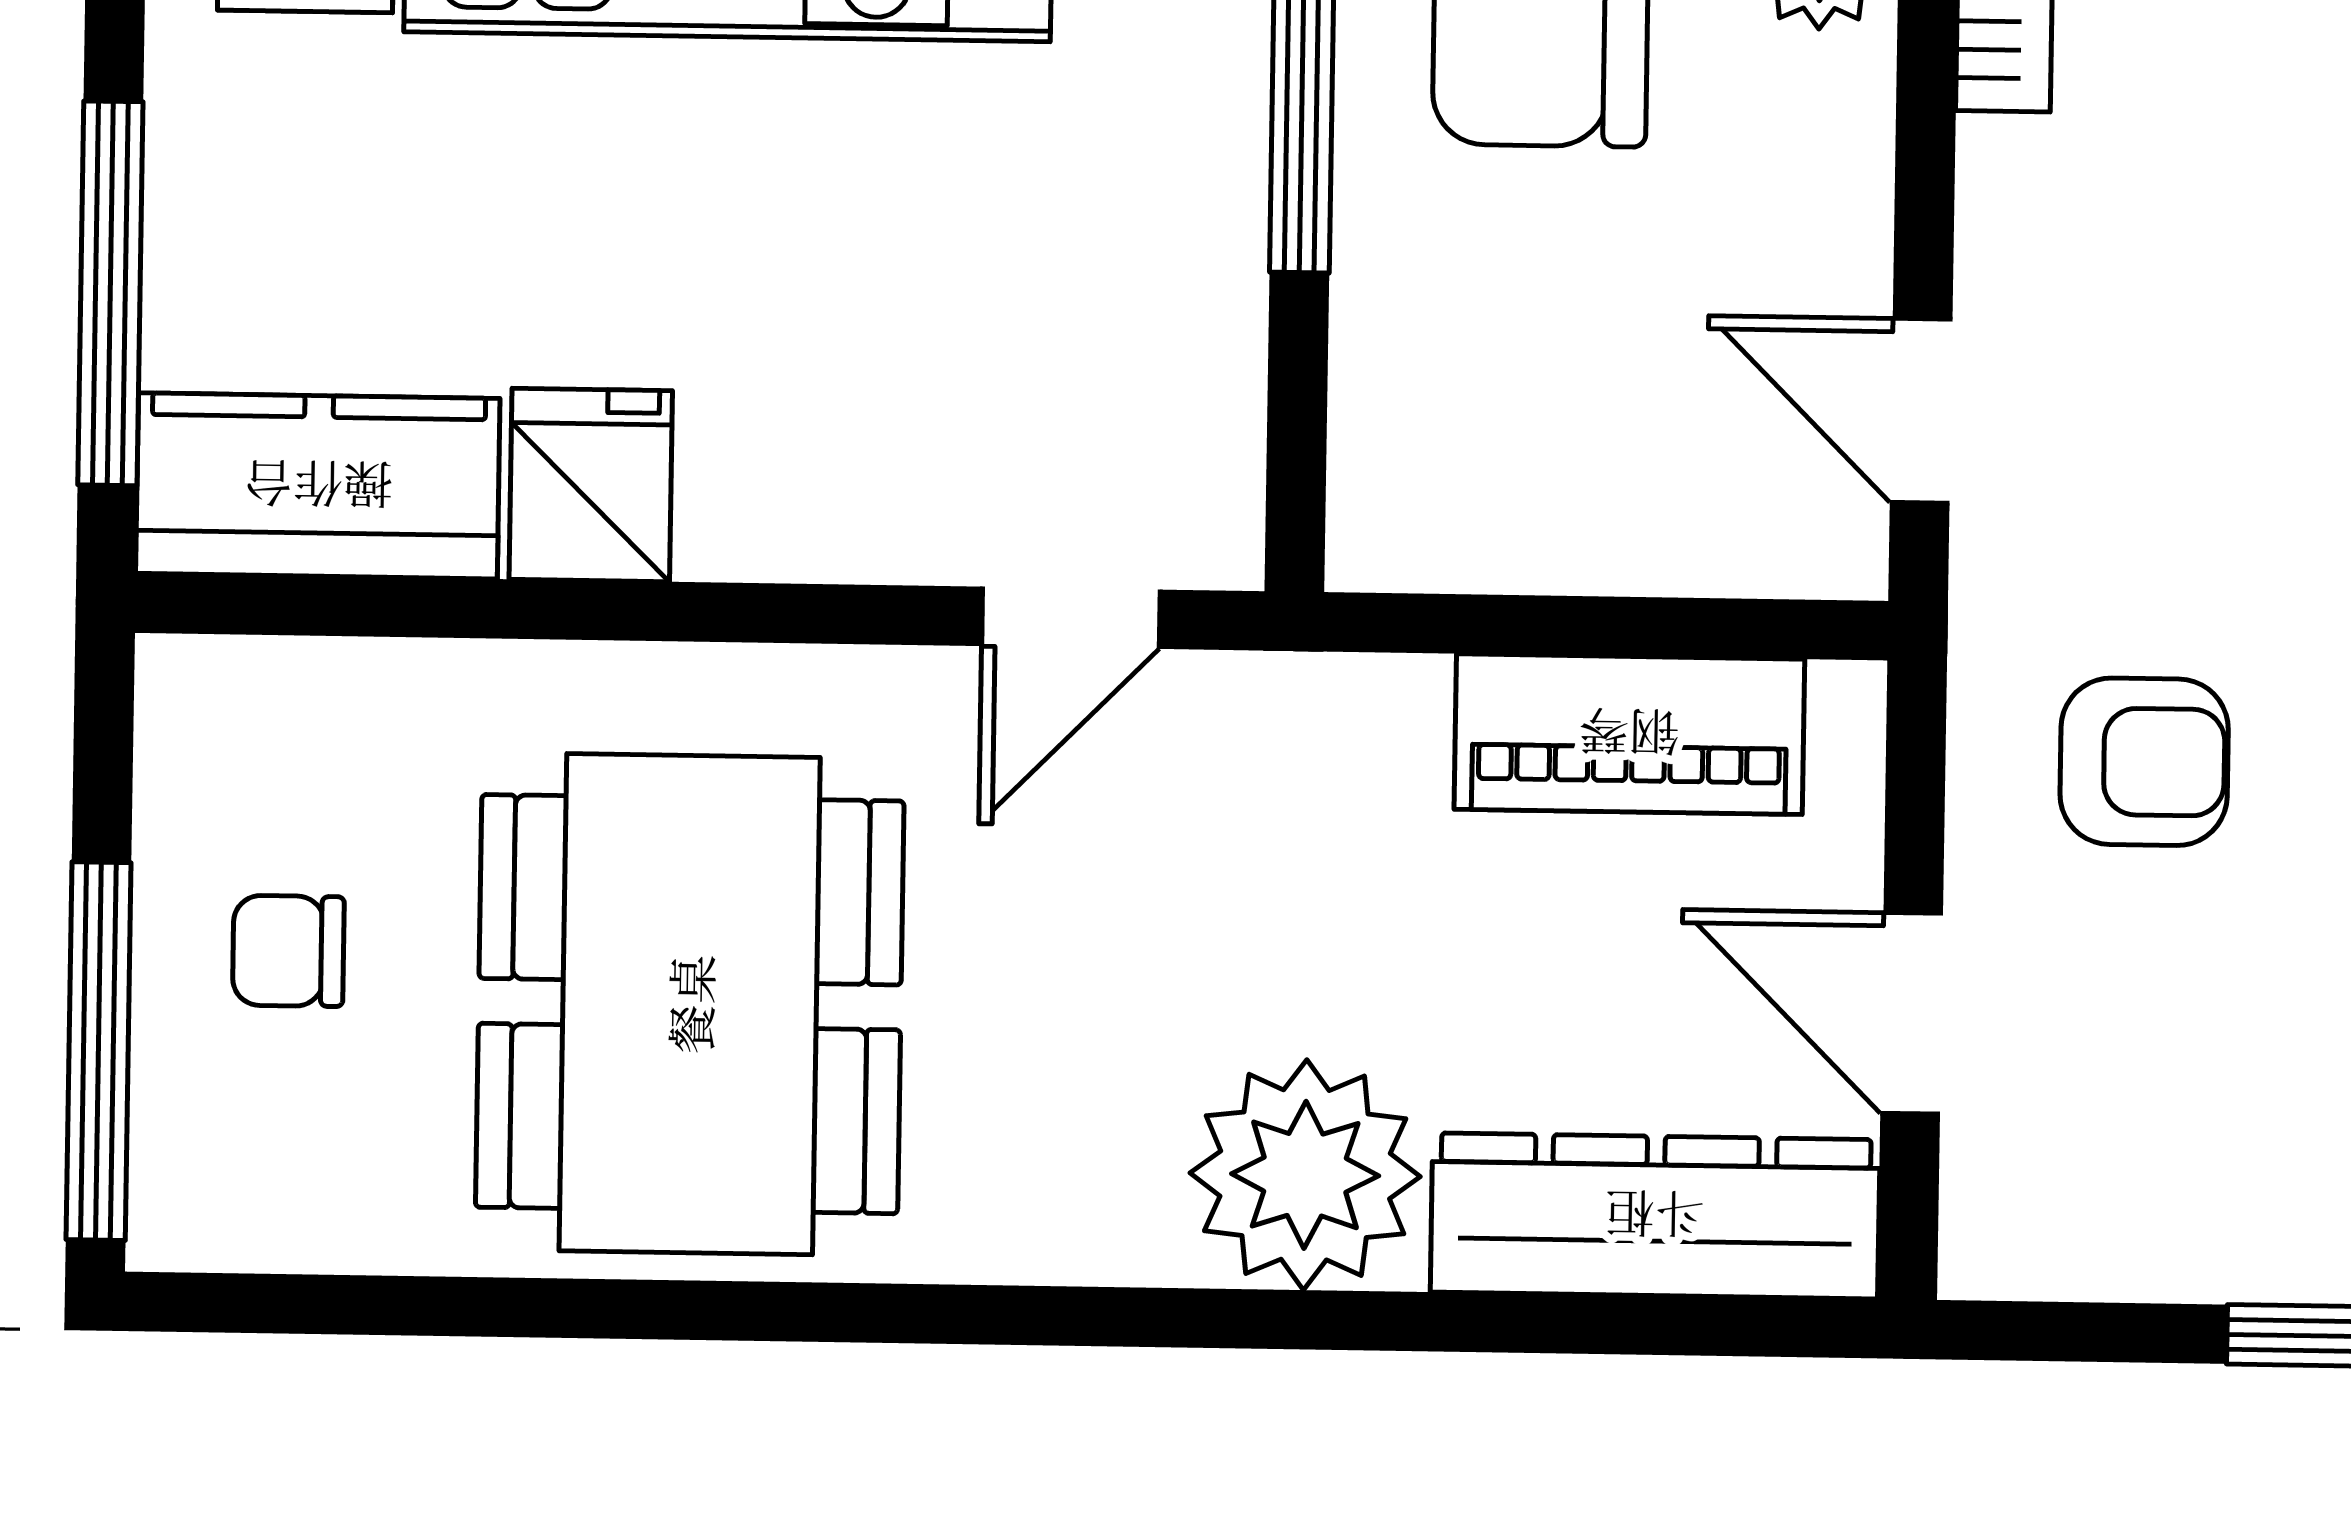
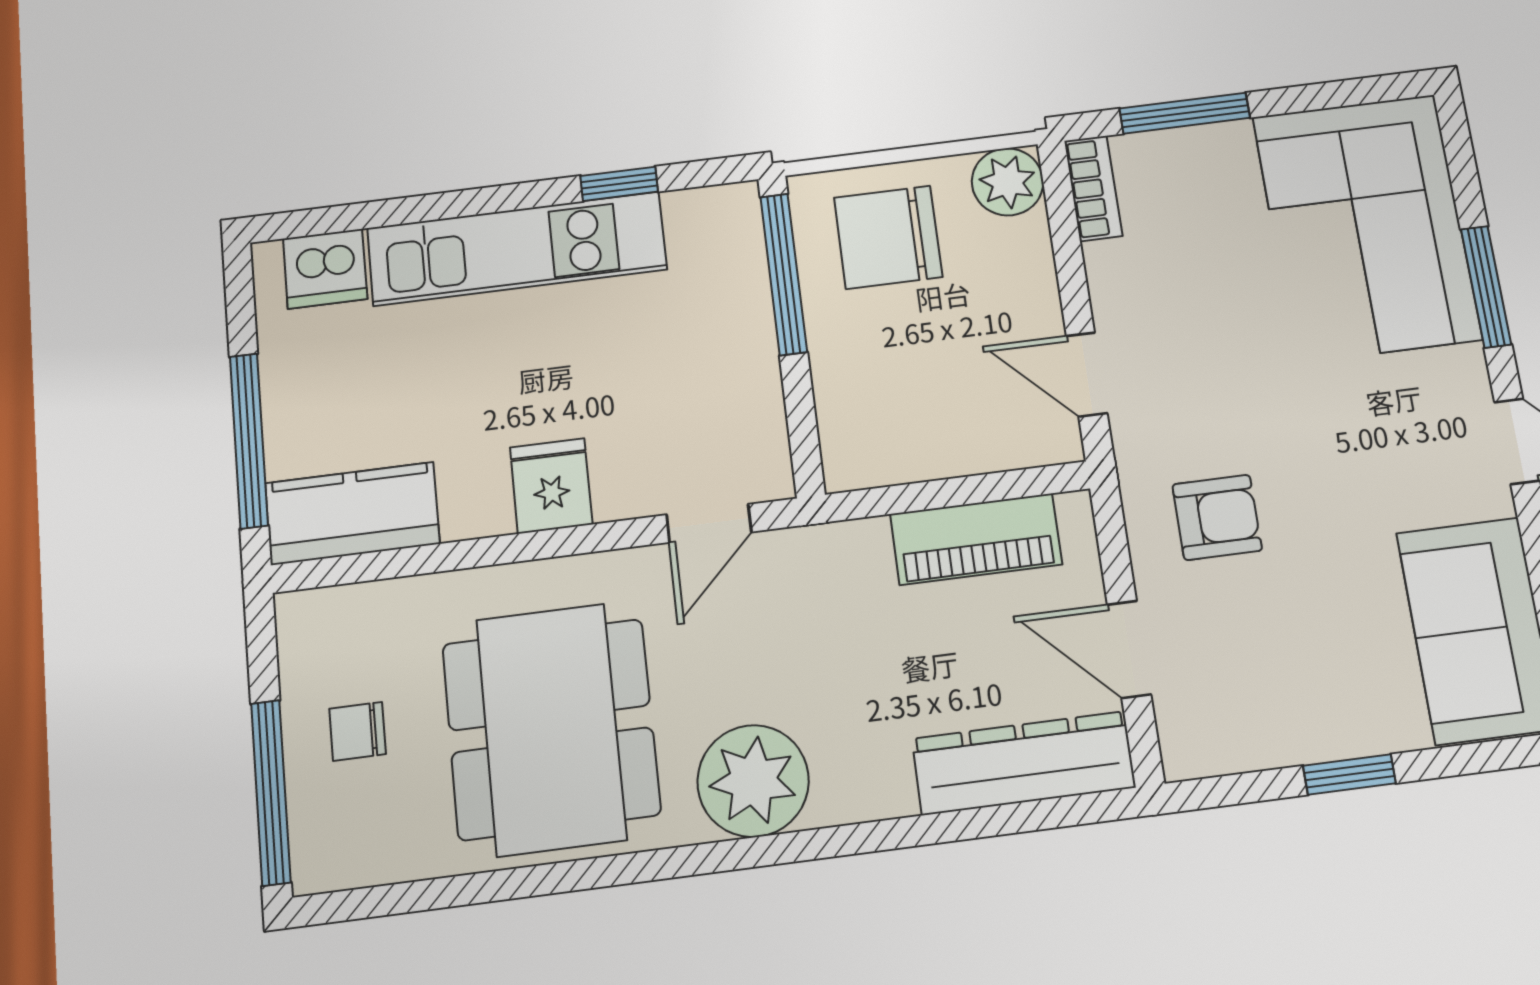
fridge: (591, 485) -> (551, 486), moved
plant: (1305, 1175) -> (753, 781), moved

